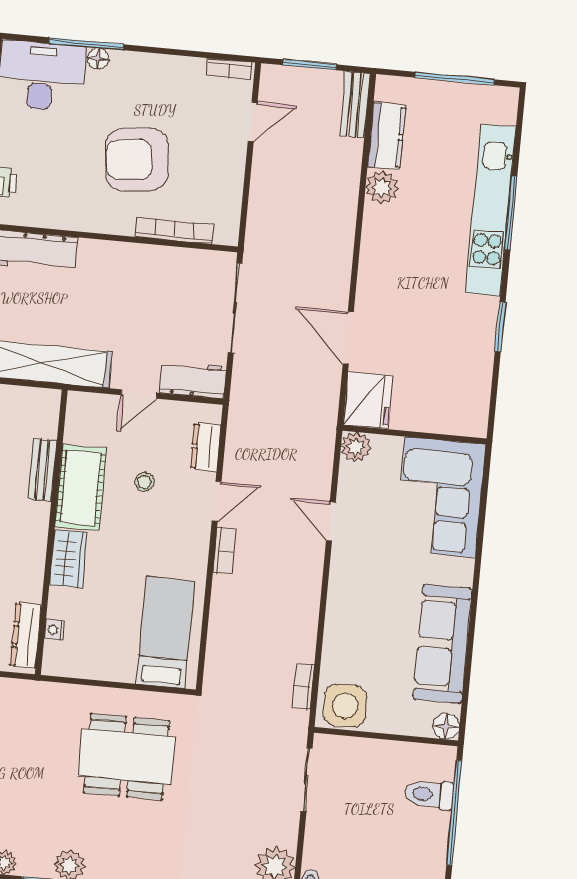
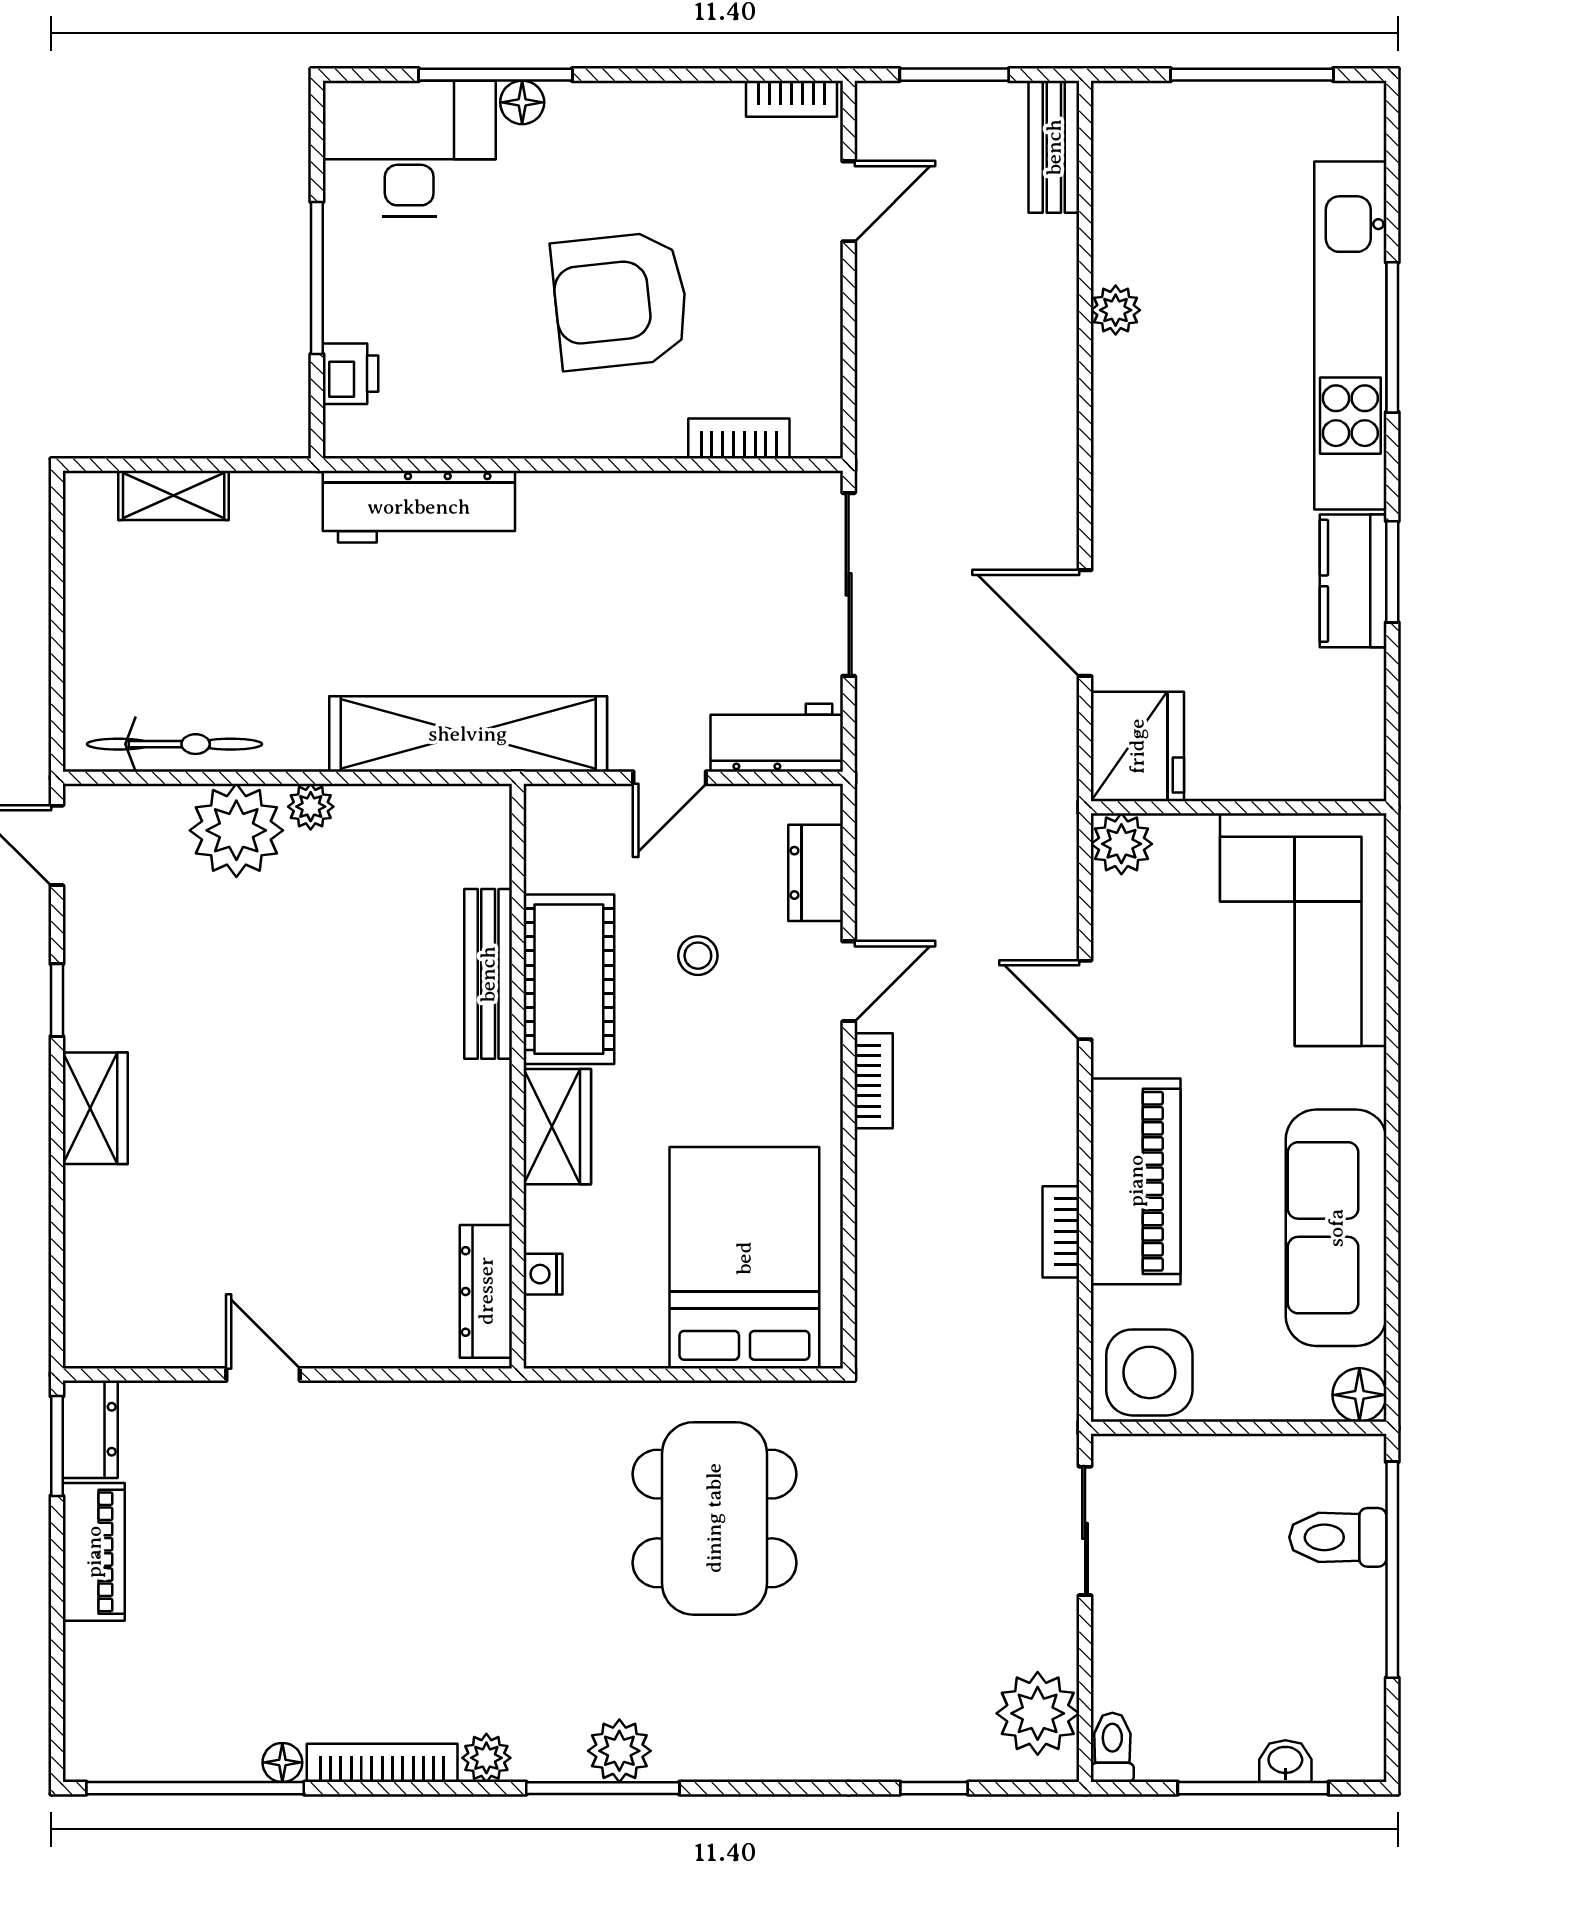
kitchen counter: (386, 136) -> (1353, 581), moved, turned 180
plant: (382, 187) -> (1116, 310), width x0.73, depth x0.73
bookcase: (174, 231) -> (739, 438), width x0.64
bench: (43, 470) -> (488, 974), width x1.36
piano: (347, 612) -> (1136, 1181), added
bed: (165, 632) -> (744, 1258), width x1.50
bookcase: (303, 686) -> (1061, 1232), moved
dining table: (127, 757) -> (714, 1518), turned 90

